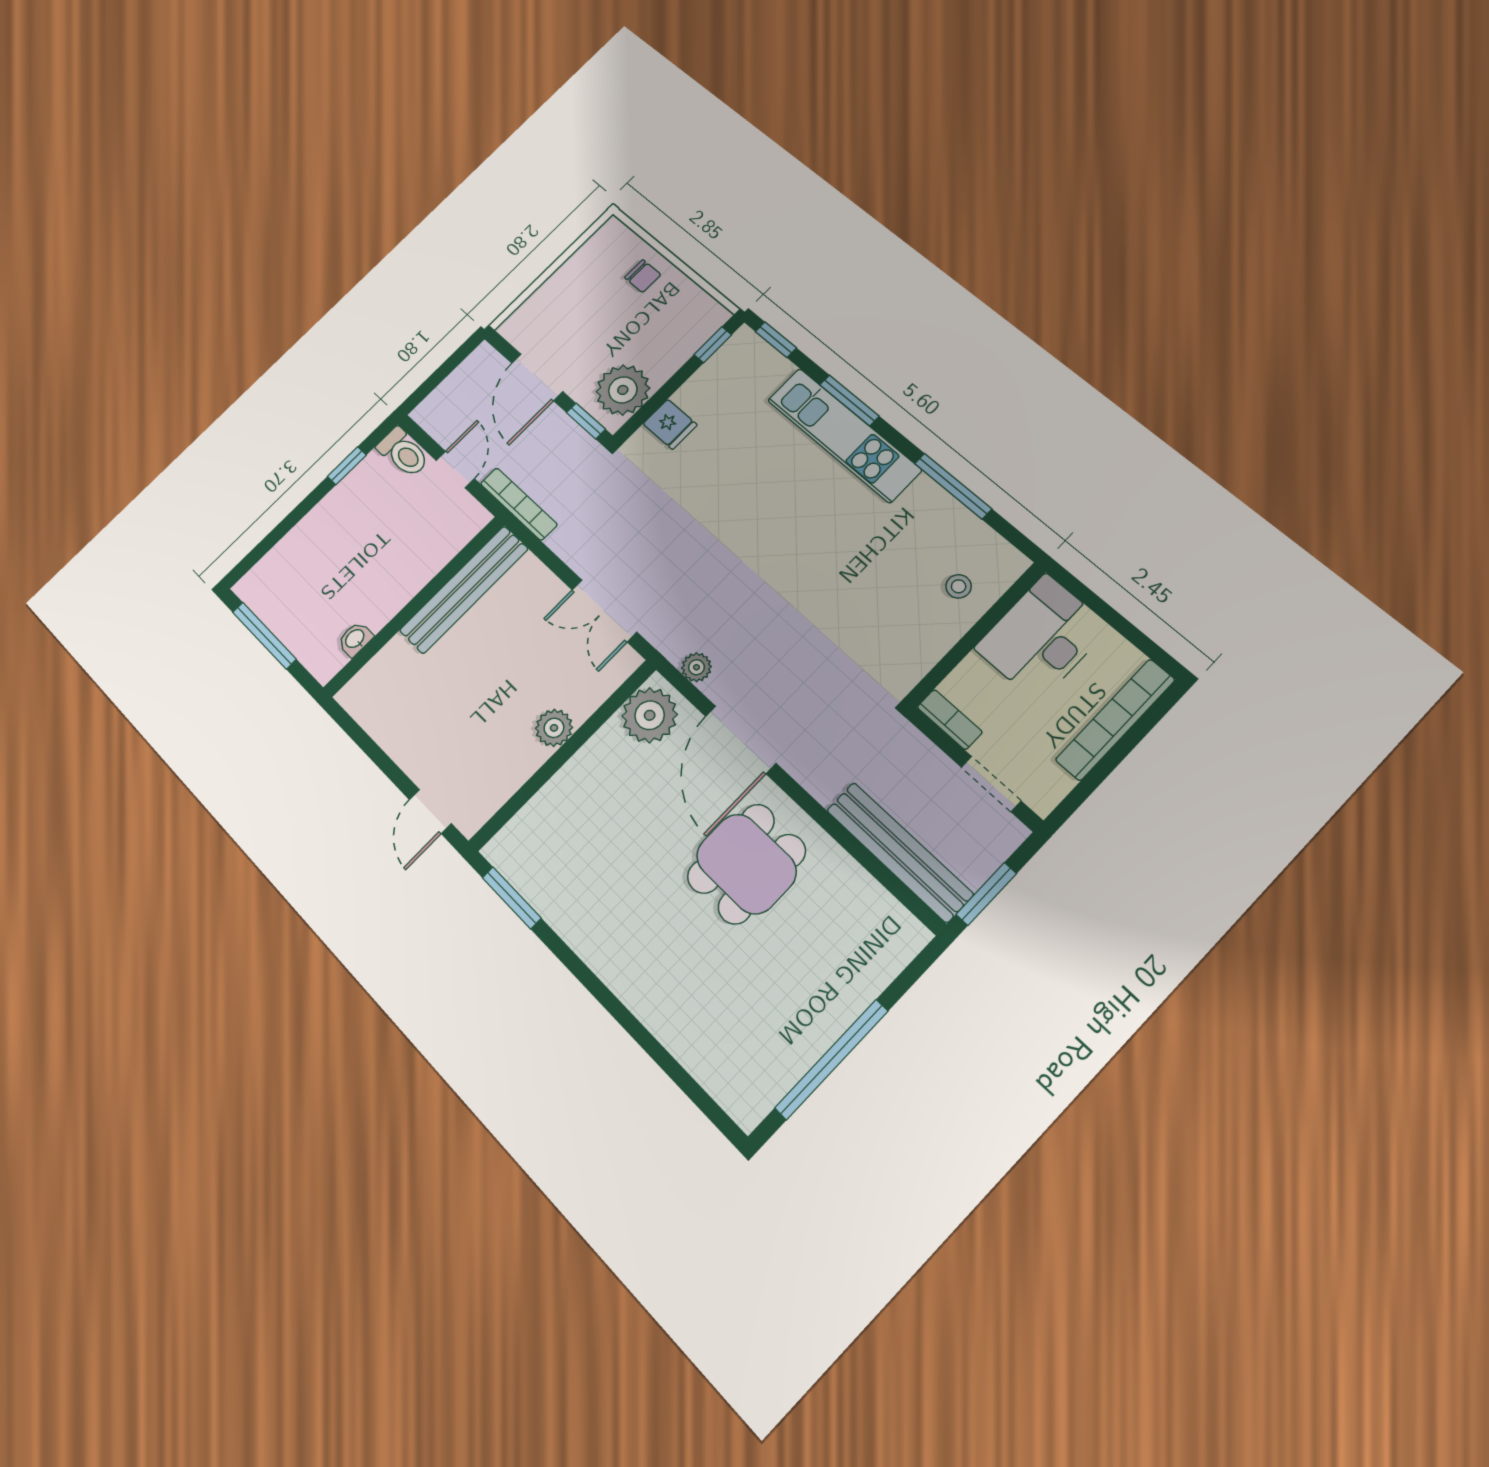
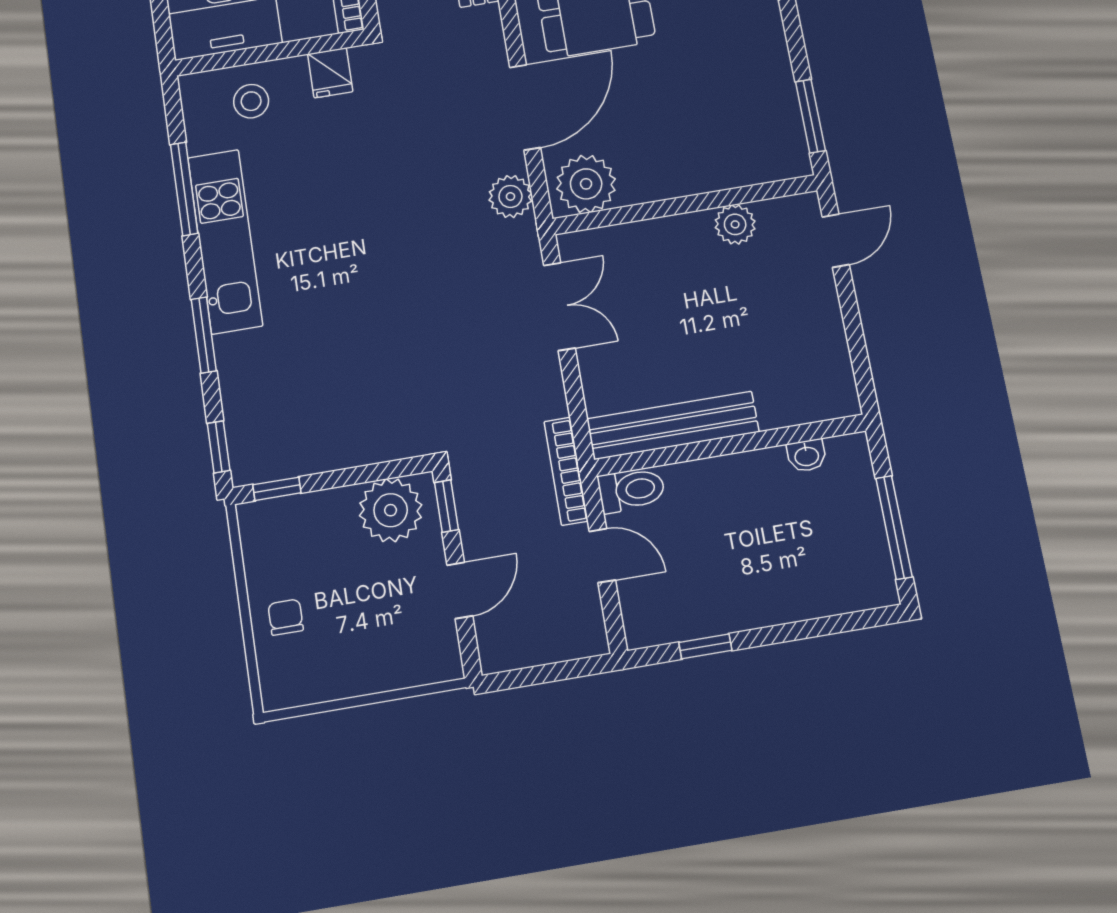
door: (537, 377) -> (460, 590), width x0.73
fridge: (670, 424) -> (330, 73), moved, turned 180
kitchen unit: (844, 435) -> (225, 241), moved
toilet: (403, 453) -> (632, 490), moved, turned 90
door: (455, 470) -> (602, 556), swing flipped
stool: (959, 586) -> (251, 101), width x1.37, depth x1.37
plant: (696, 667) -> (510, 196), width x1.38, depth x1.38
plant: (554, 728) -> (735, 224), moved

